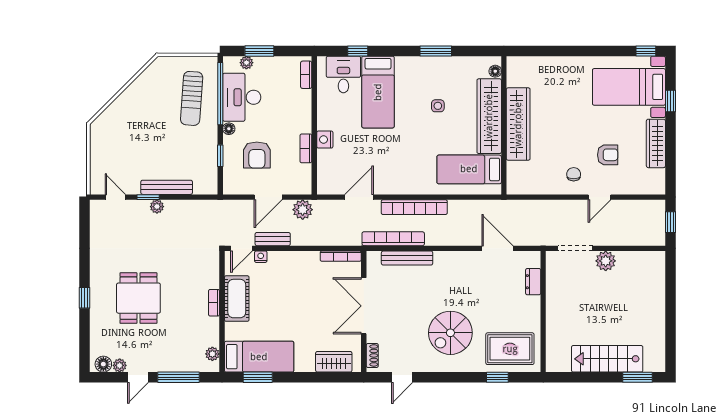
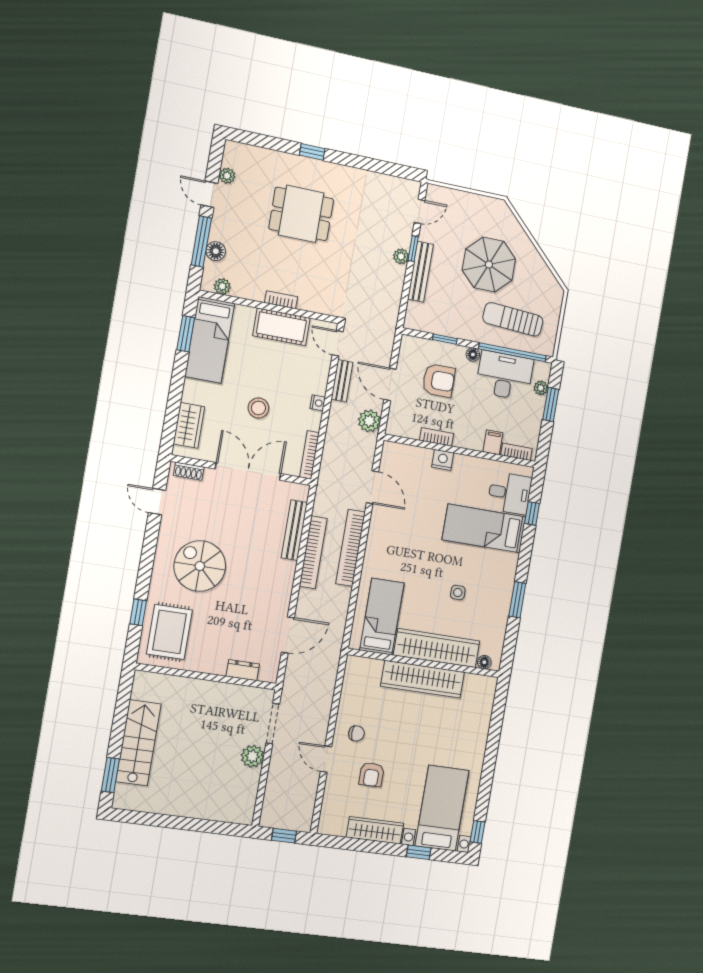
filing cabinet: (302, 97) -> (493, 442), added
parasol: (148, 128) -> (489, 265), added
armchair: (257, 155) -> (439, 380), turned 180
bookcase: (393, 239) -> (313, 552), moved
nightstand: (261, 257) -> (318, 403), moved
stool: (309, 306) -> (258, 408), added
floor lamp: (103, 364) -> (216, 251), moved

